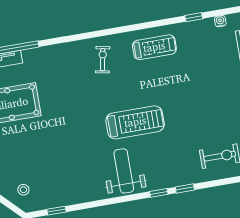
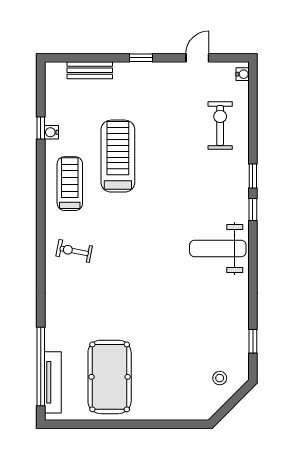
water cooler: (220, 21) -> (51, 132), moved
treadmill: (135, 122) -> (118, 156), moved

